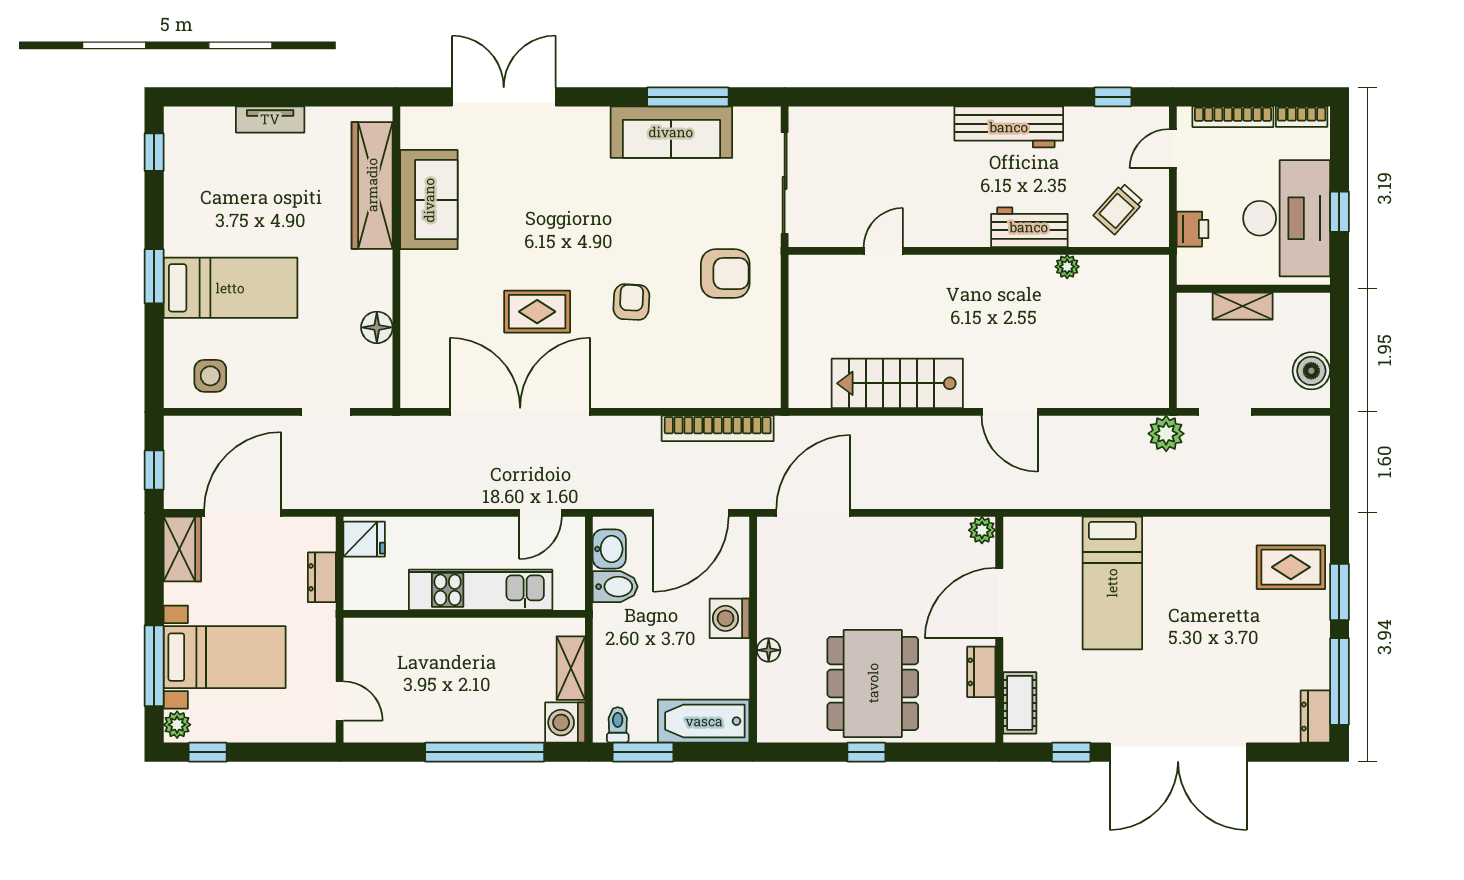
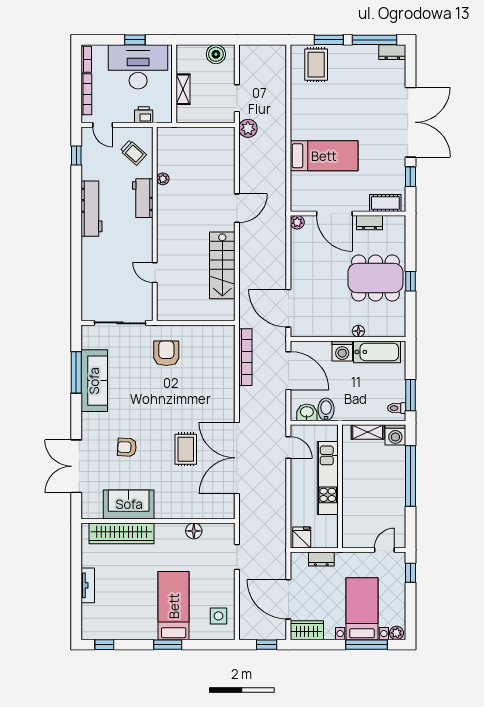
armchair: (631, 302) -> (127, 447), moved
bathtub: (704, 721) -> (377, 352), moved, turned -90
window: (208, 752) -> (410, 573), moved

